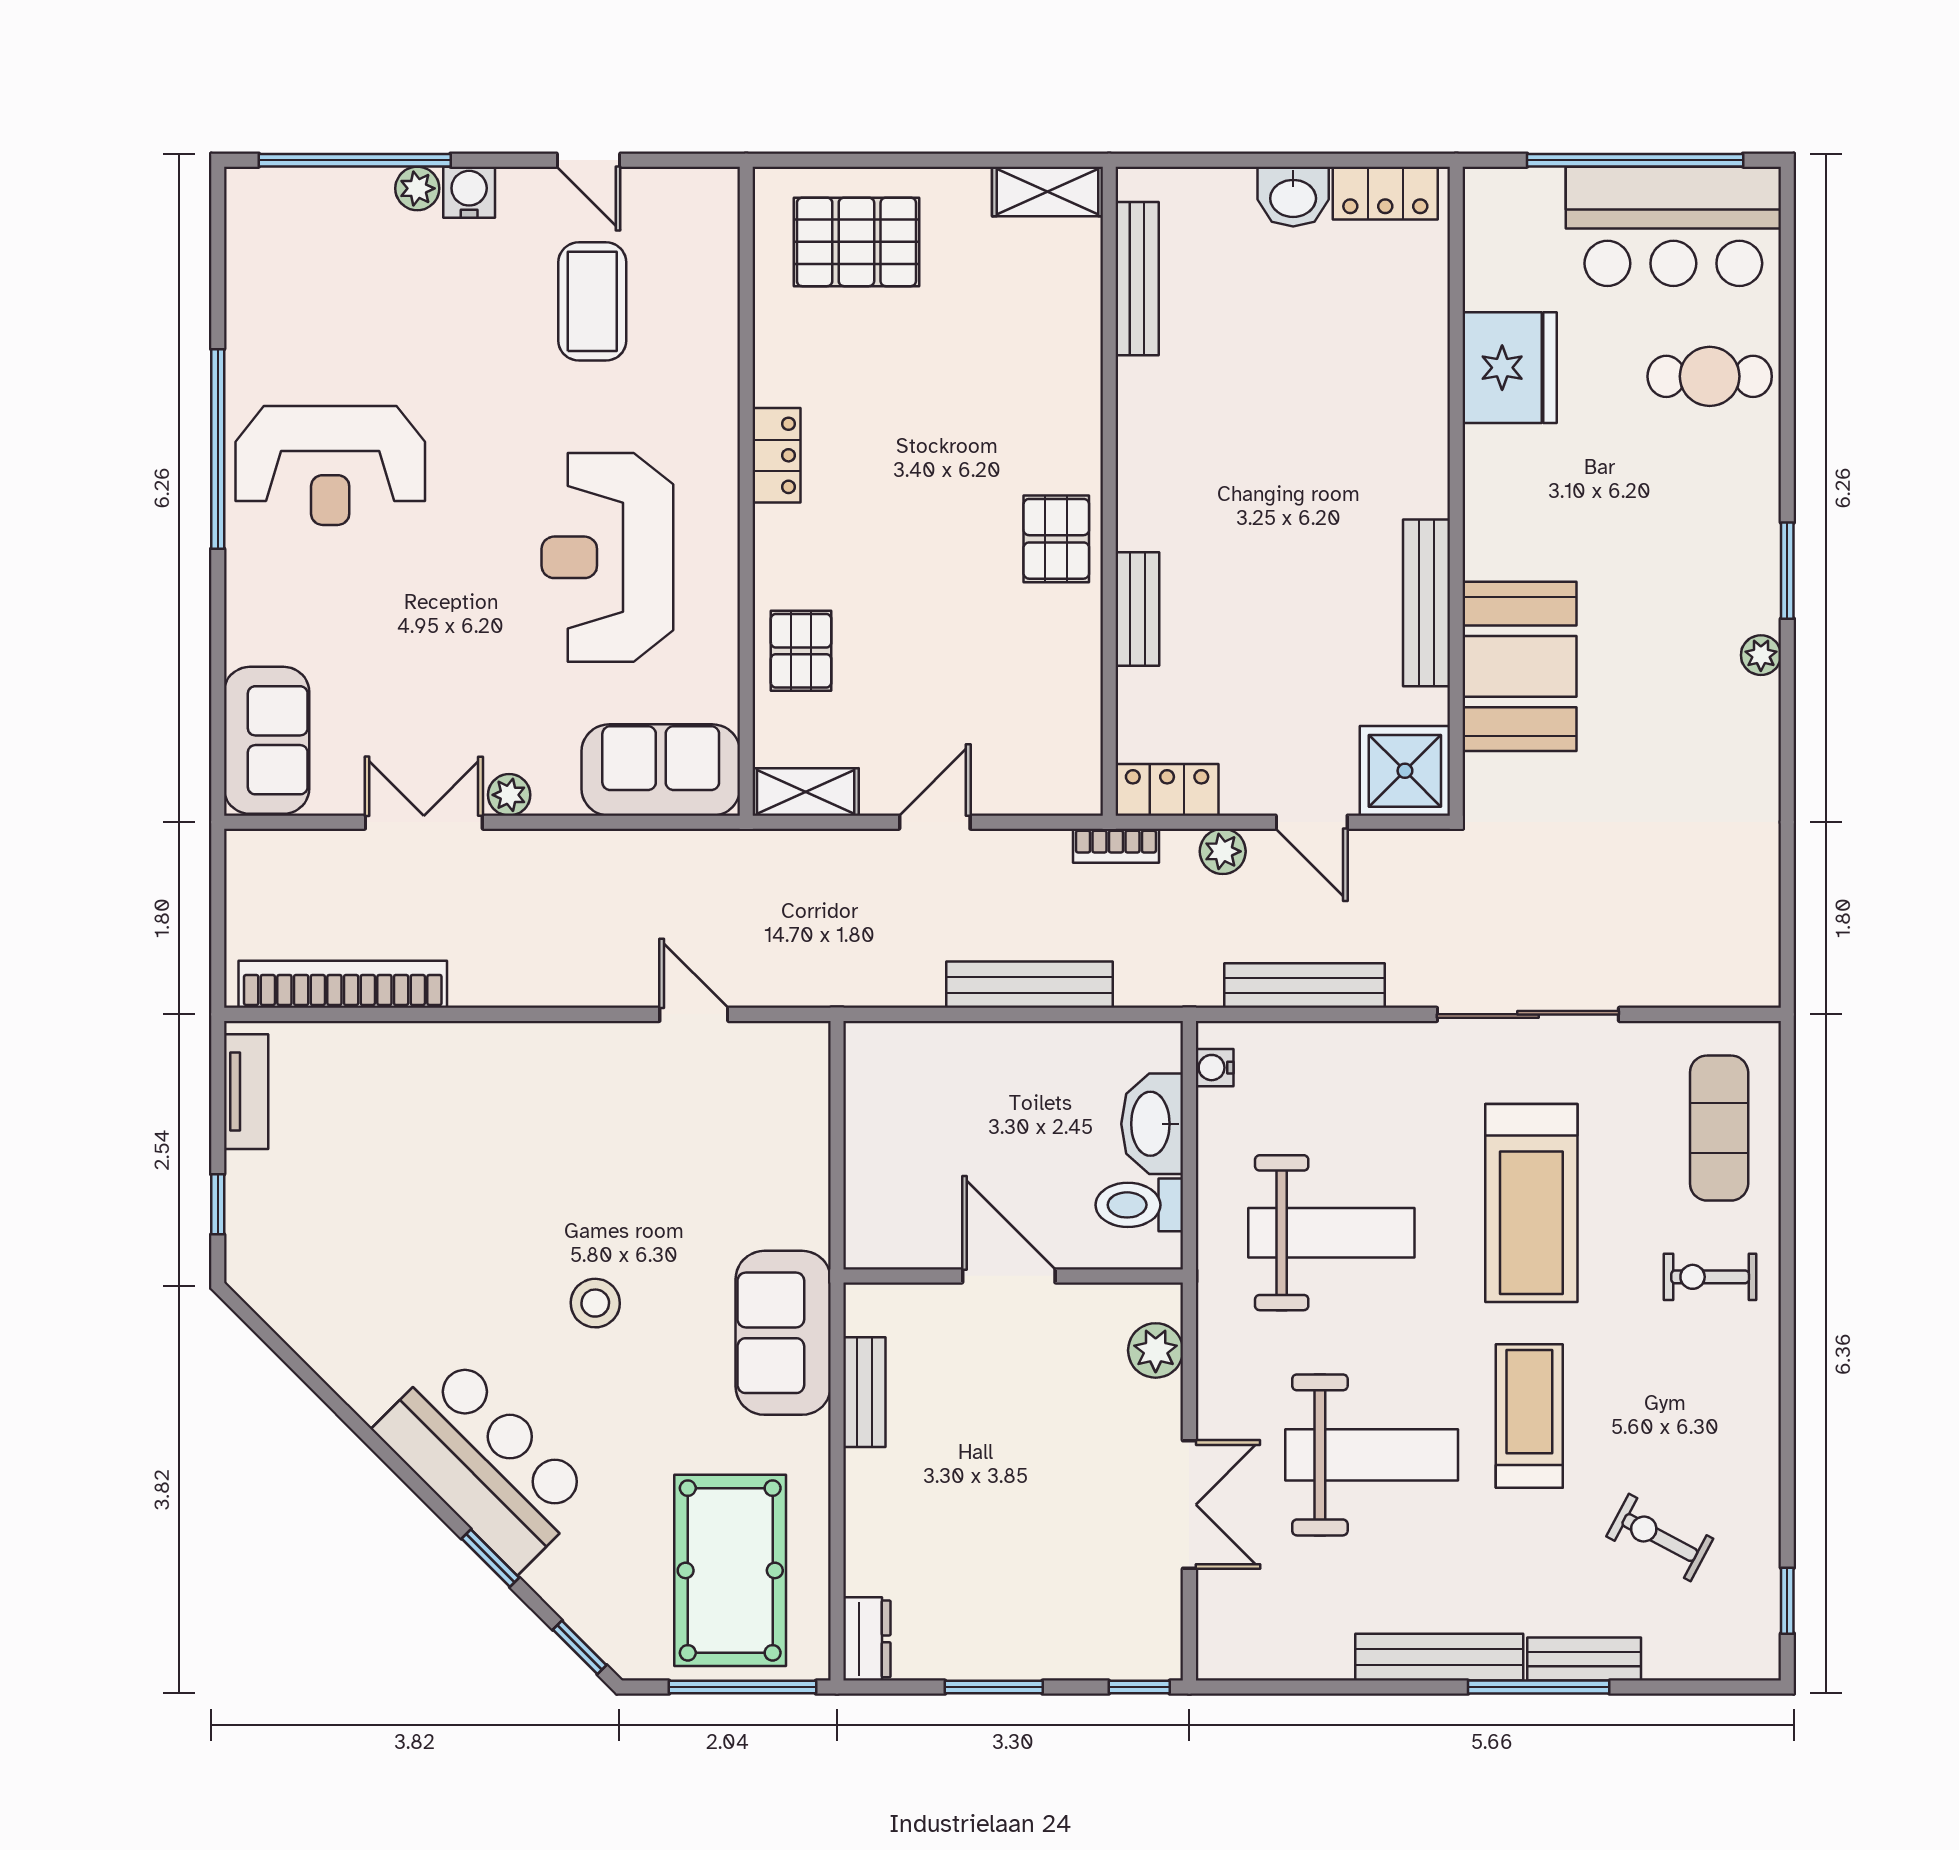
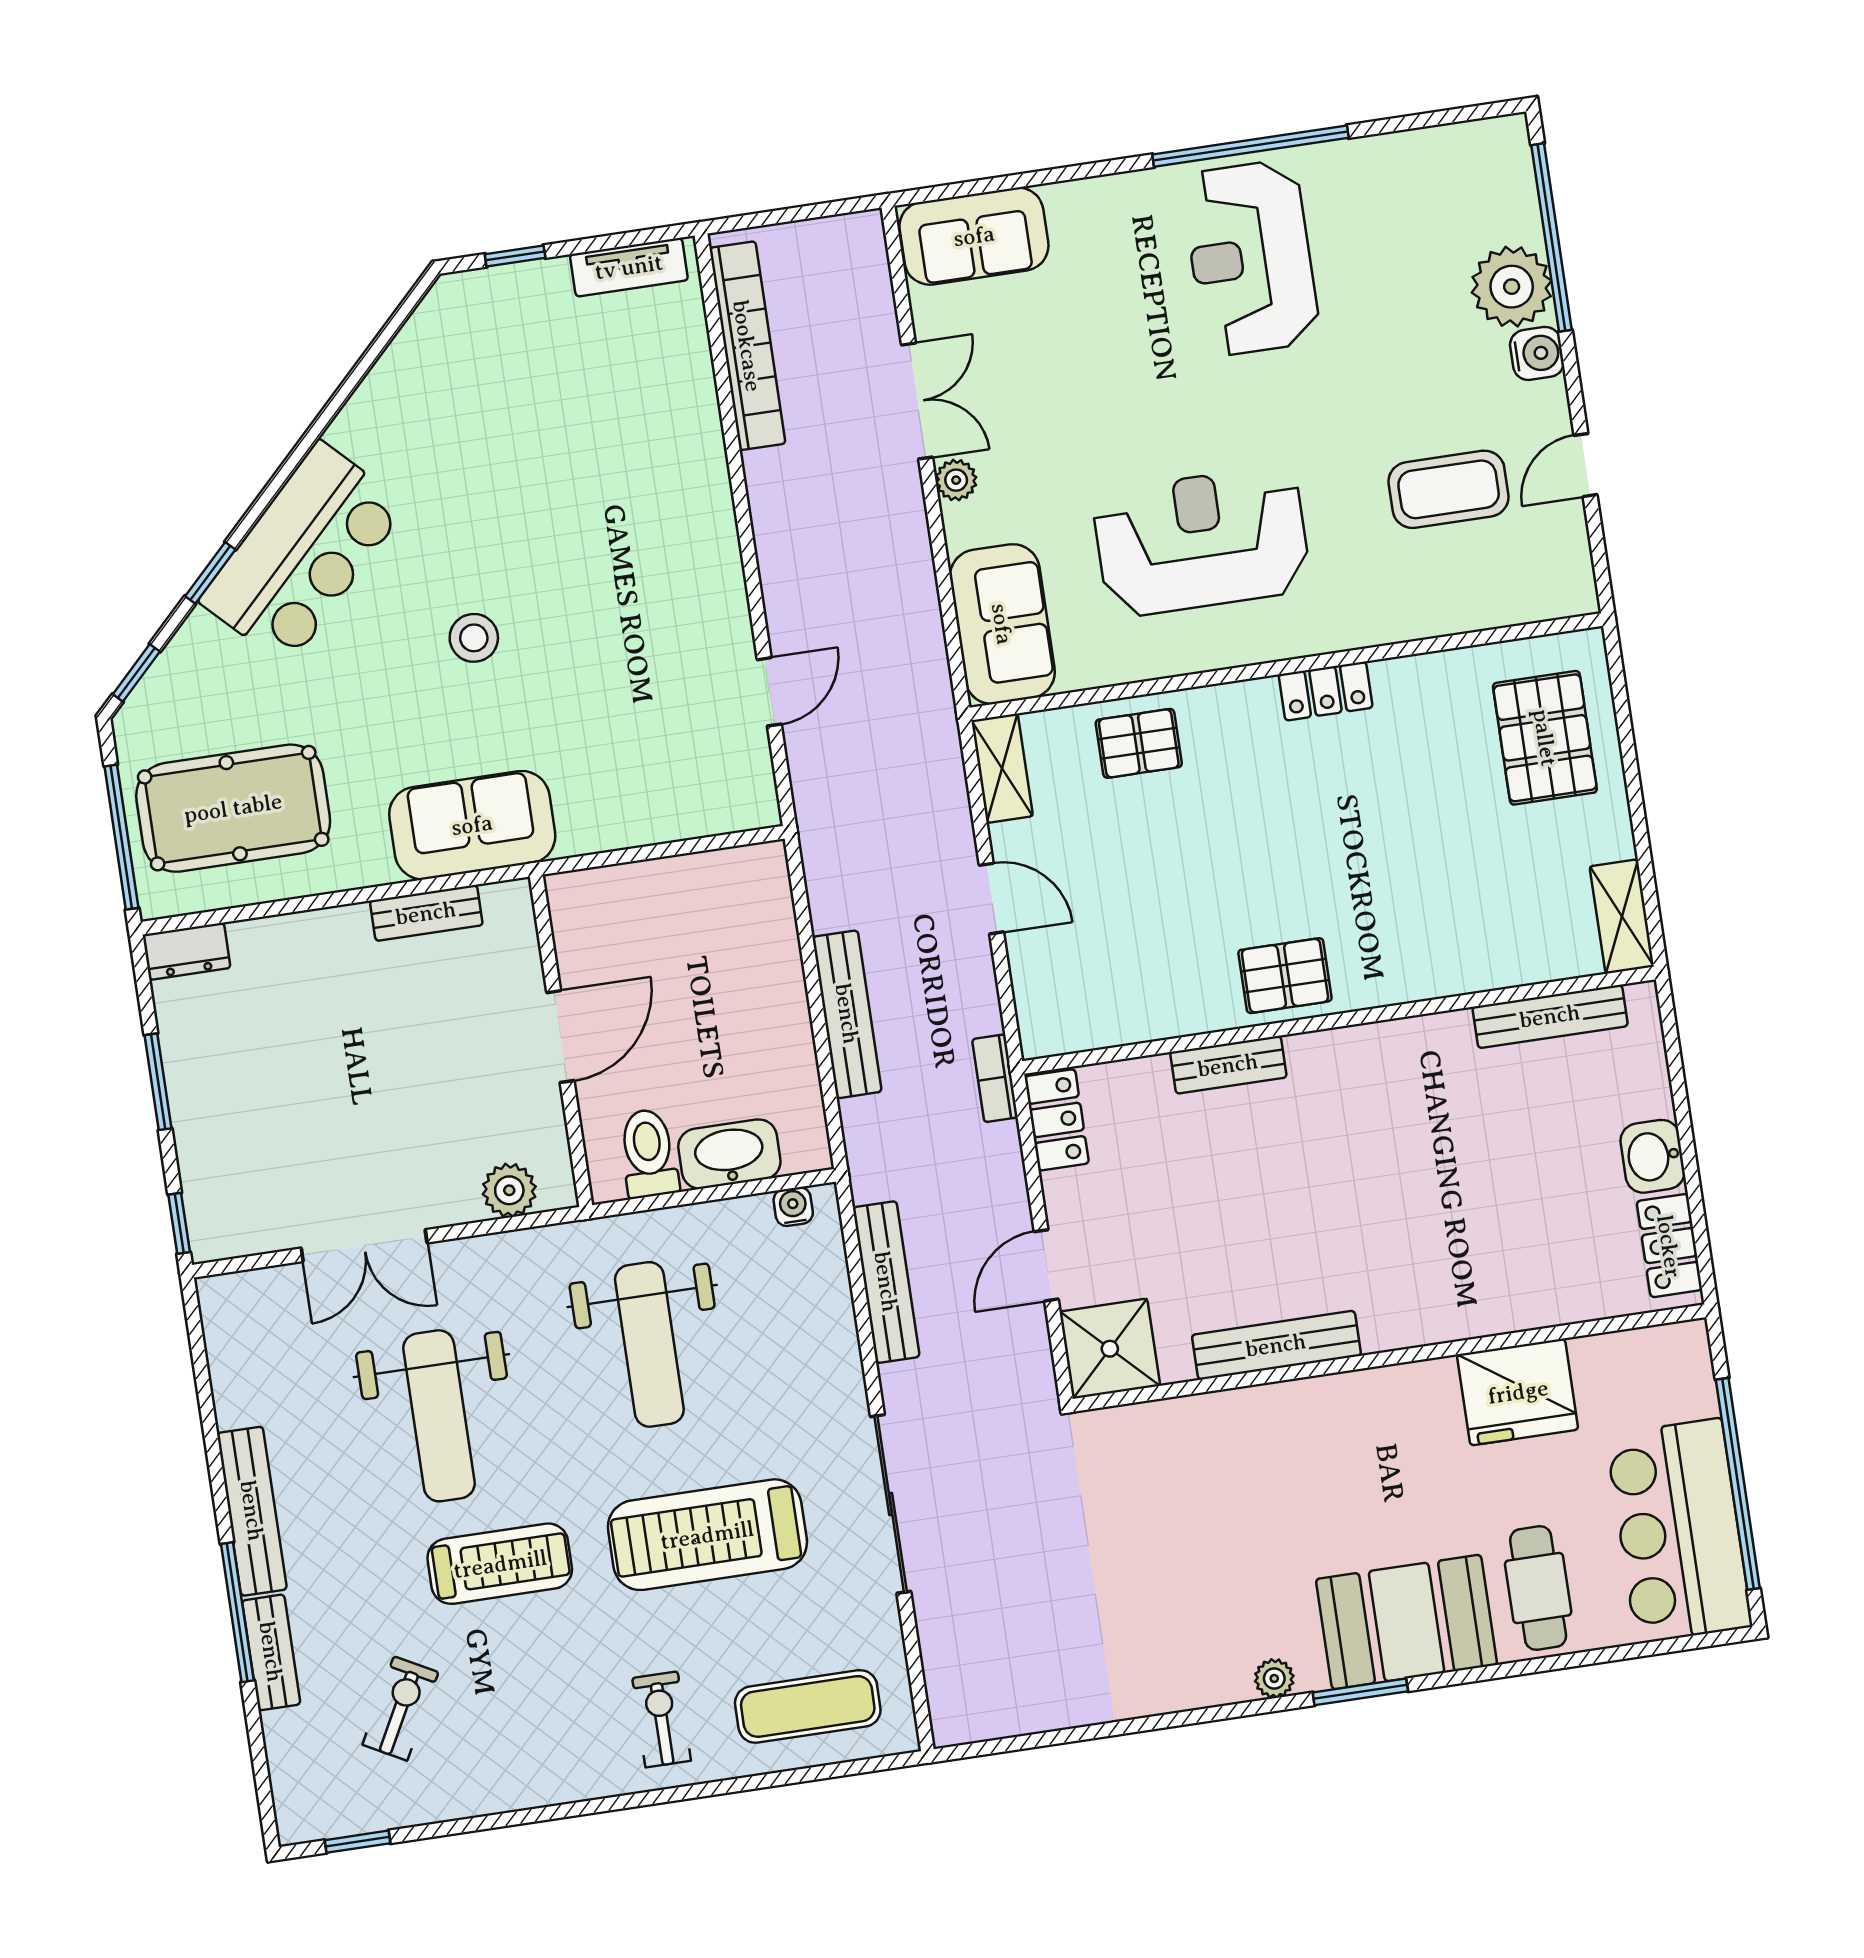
plant: (417, 188) -> (1512, 287), width x1.88, depth x1.88
booth: (1520, 666) -> (1407, 1622), moved
plant: (1223, 851) -> (1005, 1183), removed

